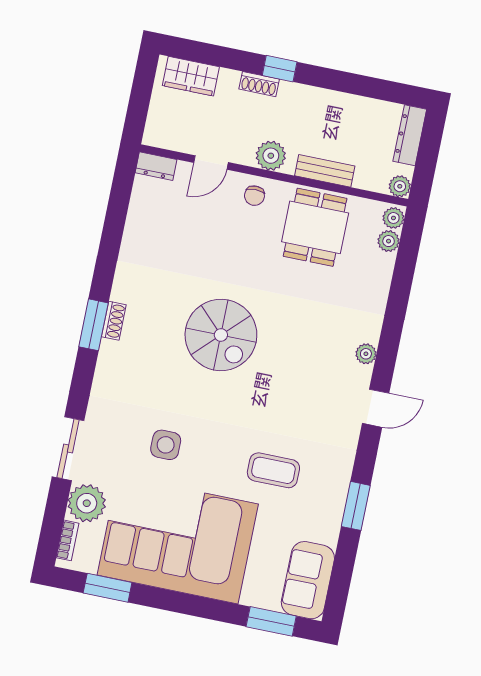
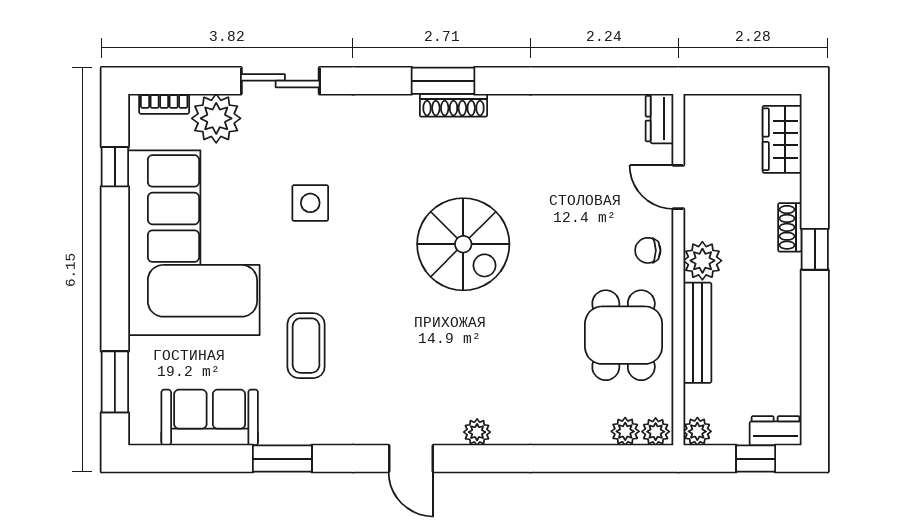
dresser: (410, 135) -> (776, 431), width x0.70
window: (430, 146) -> (756, 459), added
bench: (325, 171) -> (697, 333), width x1.36
dining table: (315, 227) -> (624, 335), turned 90
shoe rack: (114, 321) -> (454, 105), width x1.43
spiral stairs: (221, 335) -> (463, 244), turned -90
sofa: (308, 580) -> (210, 418), moved
window: (108, 588) -> (115, 167), width x0.67

